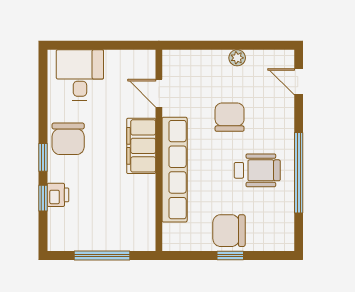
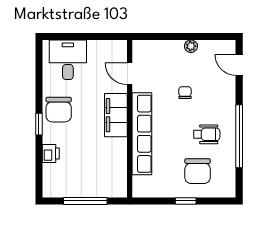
chair: (230, 117) -> (185, 93), width x0.54, depth x0.54
wheelchair: (257, 170) -> (207, 134), width x0.73, depth x0.73
window: (43, 198) -> (39, 156), removed
chair: (229, 231) -> (198, 171), moved, turned -90

